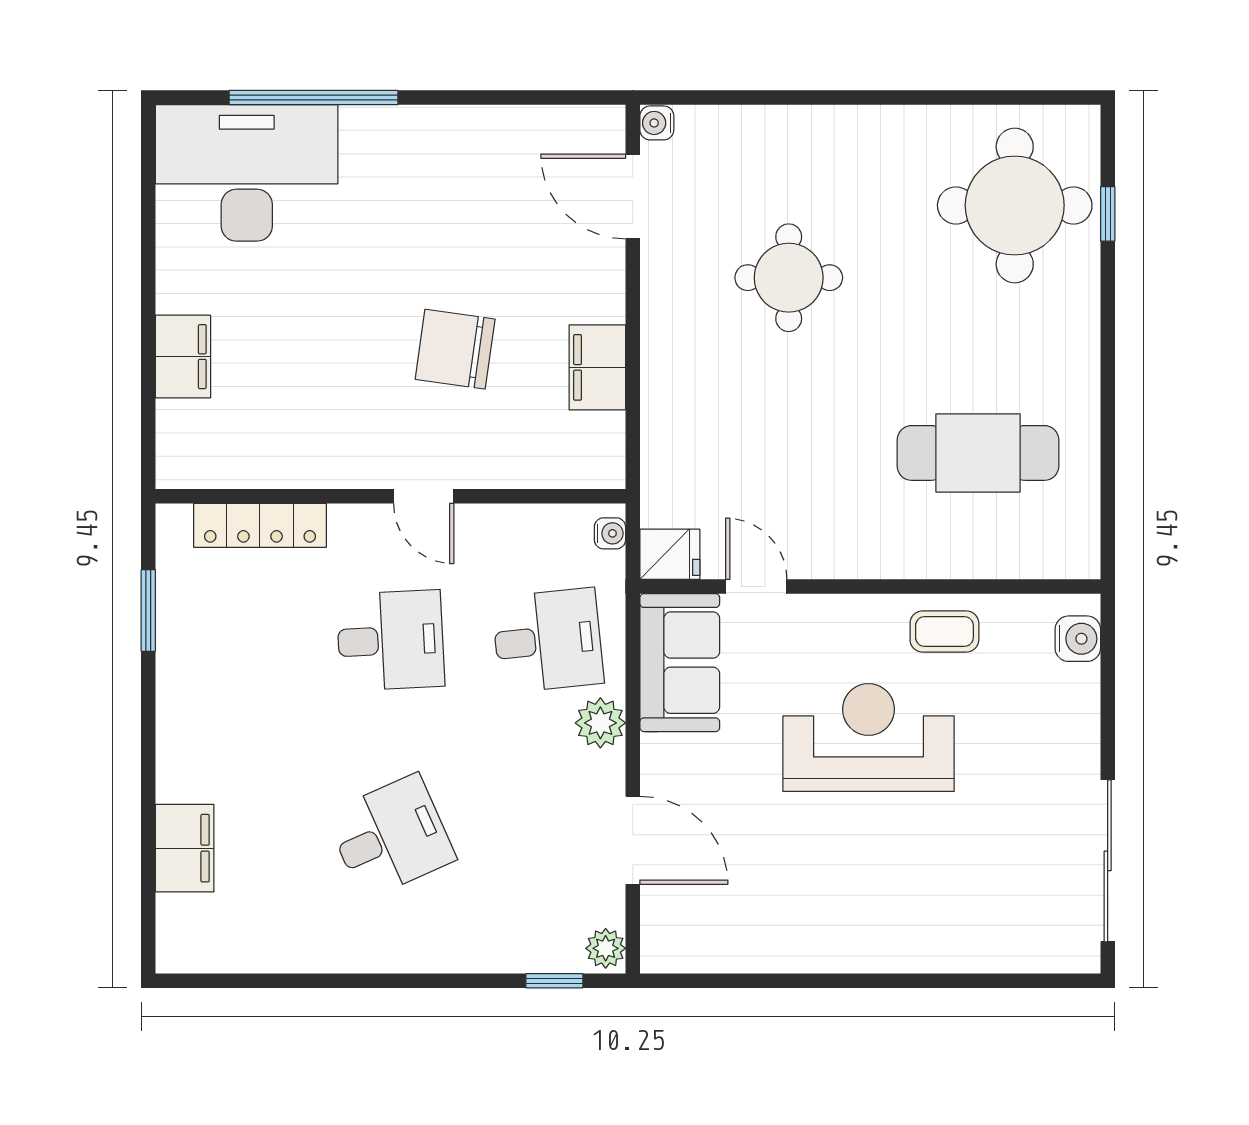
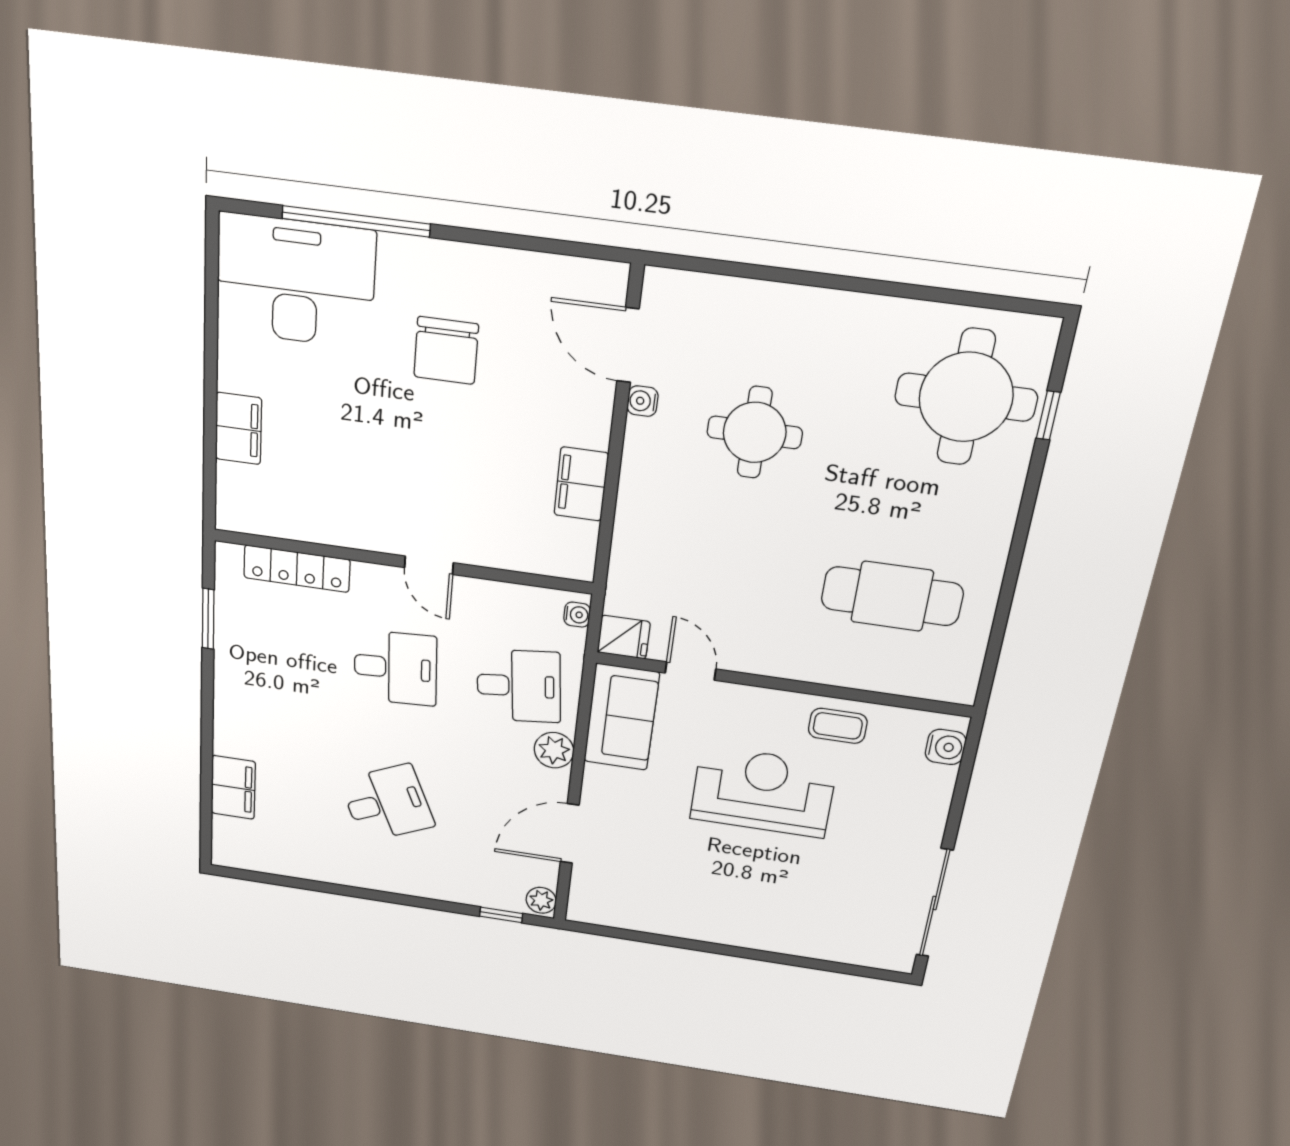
water cooler: (657, 123) -> (642, 401), moved
chair: (455, 349) -> (446, 351), moved, turned -98
door: (633, 840) -> (570, 833), swing flipped

